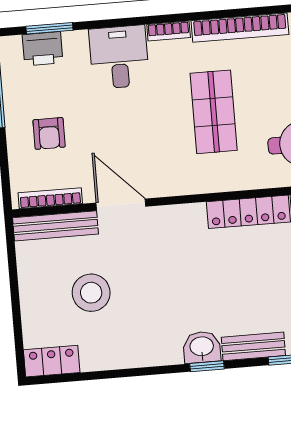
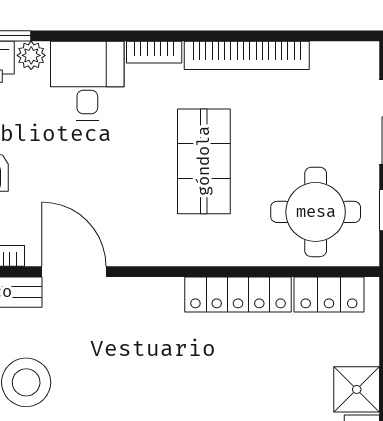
plant: (74, 41) -> (31, 55), added

